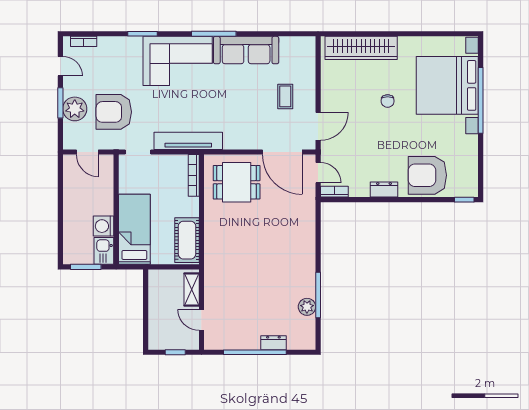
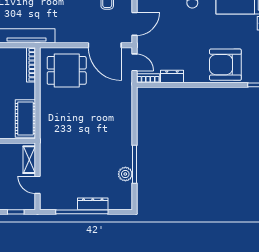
dresser: (384, 189) -> (172, 76), moved
dresser: (273, 343) -> (93, 204), width x1.44

